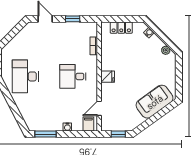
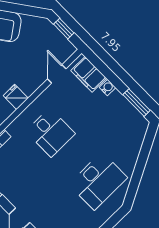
door: (99, 108) -> (57, 74), swing flipped
filing cabinet: (88, 124) -> (89, 74), width x2.00

